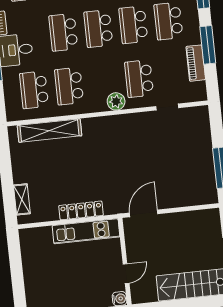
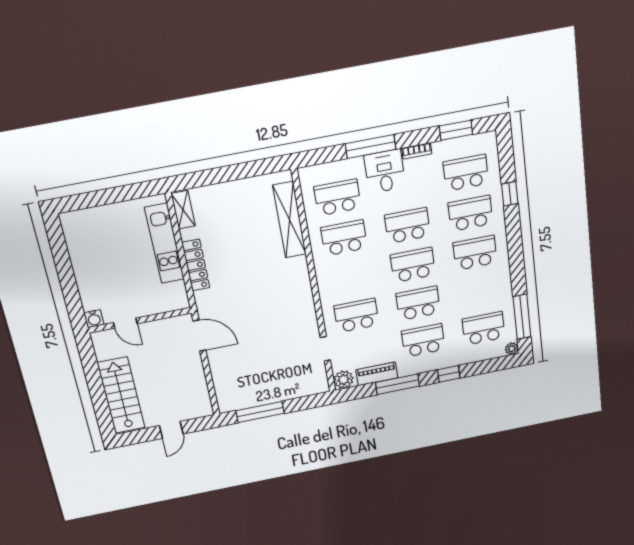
plant: (116, 101) -> (344, 380), moved
shelving: (22, 199) -> (183, 210), moved, turned 90
kitchen unit: (86, 231) -> (164, 244), moved

